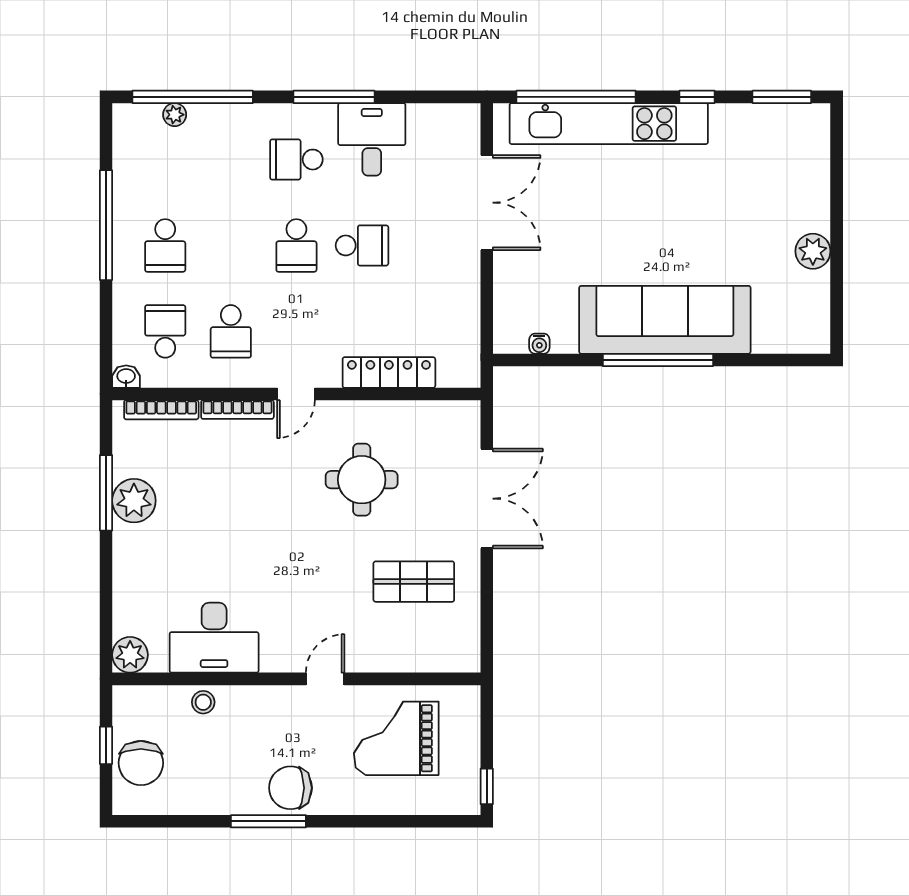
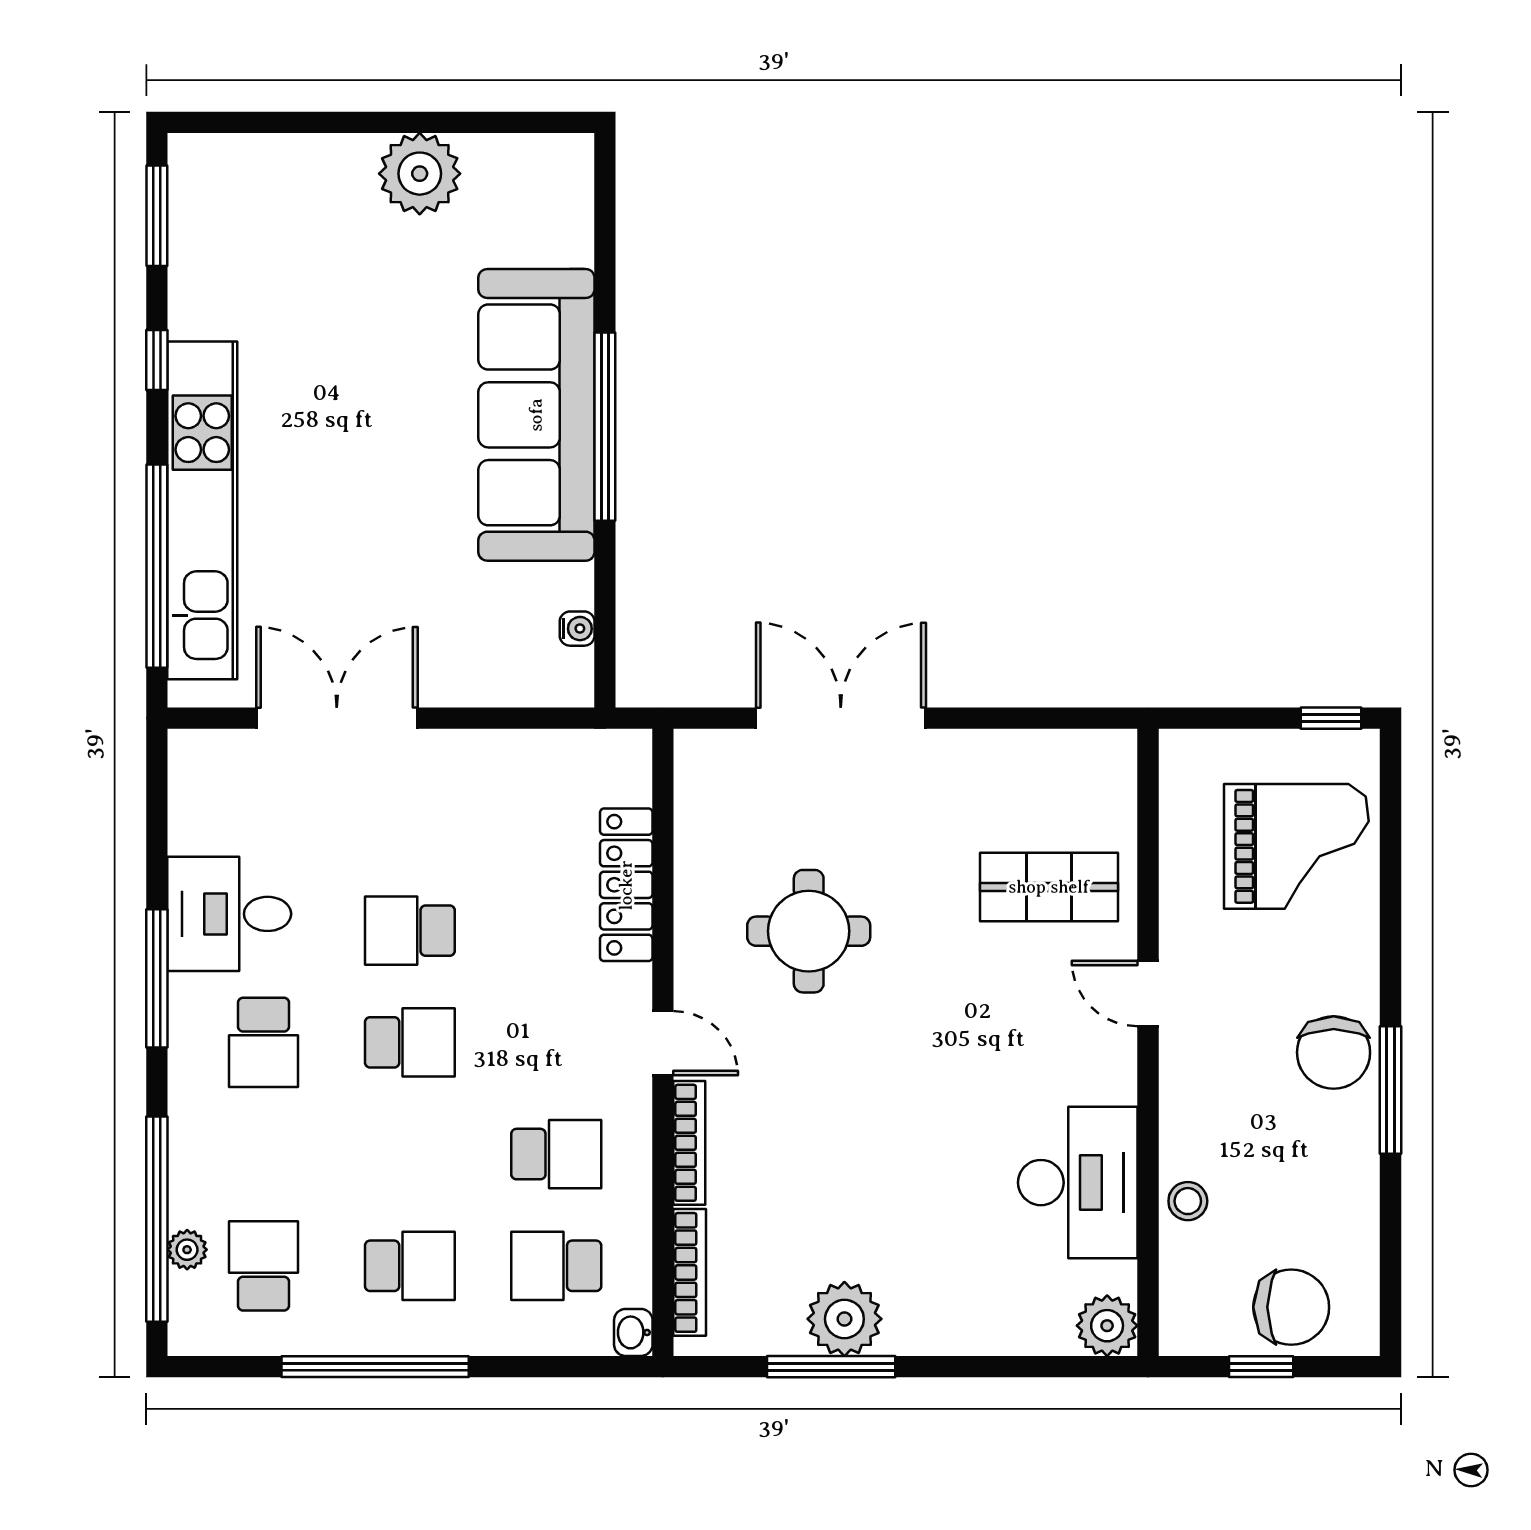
school desk: (165, 160) -> (263, 1266), added
school desk: (362, 245) -> (410, 931), turned -90
plant: (813, 251) -> (420, 174), width x1.36, depth x1.36
shop shelf: (414, 582) -> (1049, 887), moved, turned 90
grand piano: (396, 738) -> (1296, 846), moved, turned -90

